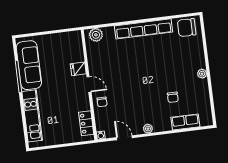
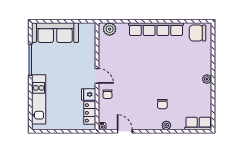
sofa: (29, 65) -> (55, 33), moved, turned 90
fridge: (78, 69) -> (89, 94), moved
chair: (173, 97) -> (162, 104), moved
row of seats: (185, 122) -> (198, 124), moved
plant: (148, 129) -> (166, 125), moved

